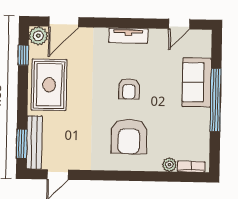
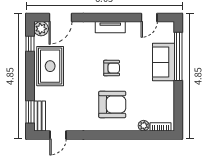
armchair: (129, 89) -> (112, 68), turned -90
window: (216, 100) -> (178, 56), moved
armchair: (129, 136) -> (112, 104), turned -90
bench: (34, 142) -> (40, 116), width x0.73

